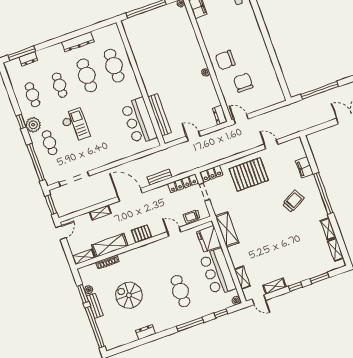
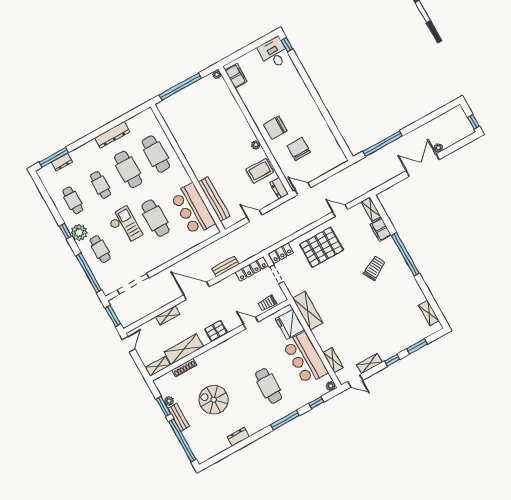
rug: (205, 96) -> (260, 171), added
cafe table: (104, 123) -> (155, 218), added
shelving: (328, 229) -> (371, 209), moved

